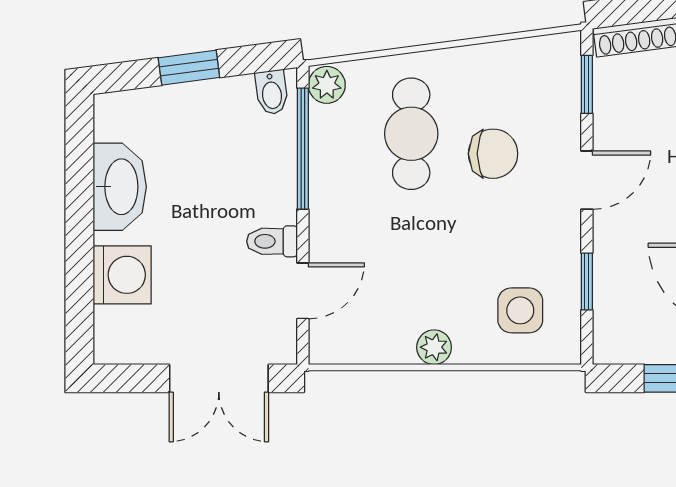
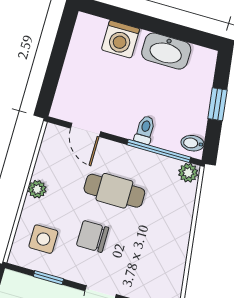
cafe table: (411, 134) -> (114, 191), moved
chair: (493, 154) -> (93, 236), moved, turned 90
toilet: (272, 241) -> (145, 130), moved
double door: (219, 378) -> (53, 74), removed

